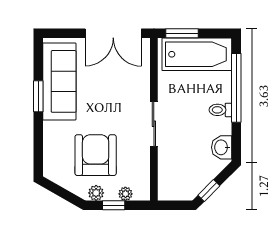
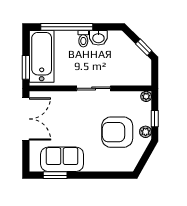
sofa: (59, 81) -> (62, 159), width x0.73
window: (38, 96) -> (55, 175), moved
washbasin: (222, 147) -> (98, 38), moved
plant: (125, 194) -> (146, 96), moved

